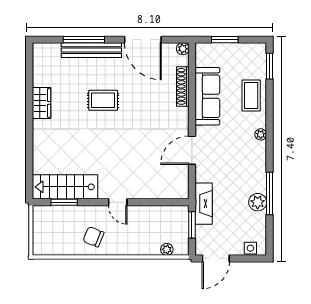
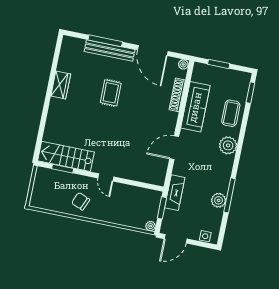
rug: (103, 100) -> (111, 93), turned 90
plant: (261, 134) -> (228, 145), width x1.87, depth x1.87
plant: (167, 249) -> (151, 226), moved

